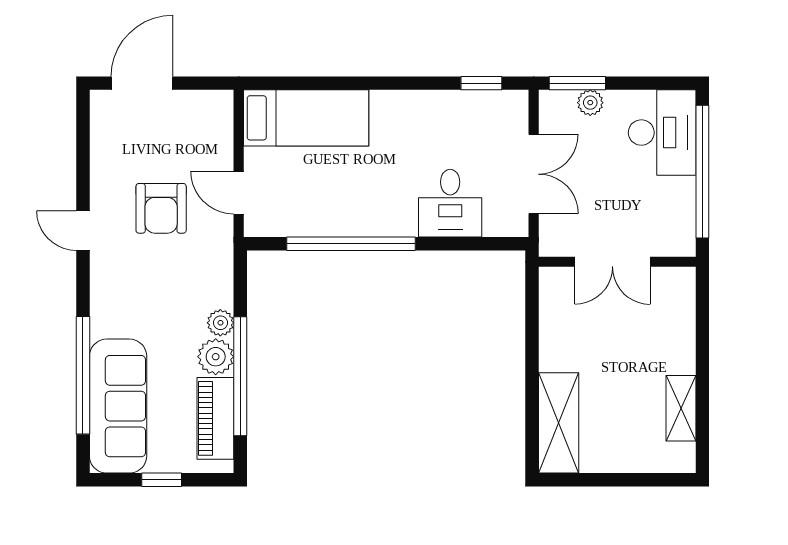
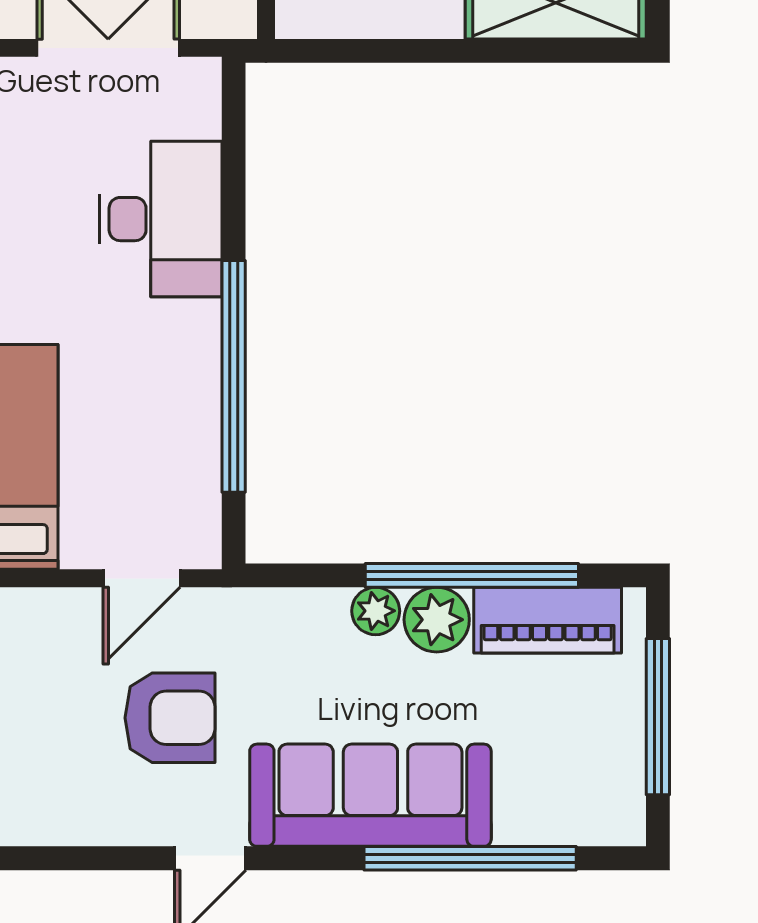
desk: (450, 203) -> (161, 219), width x1.37
sofa: (118, 406) -> (370, 795), moved
window: (162, 480) -> (658, 717), width x2.17

